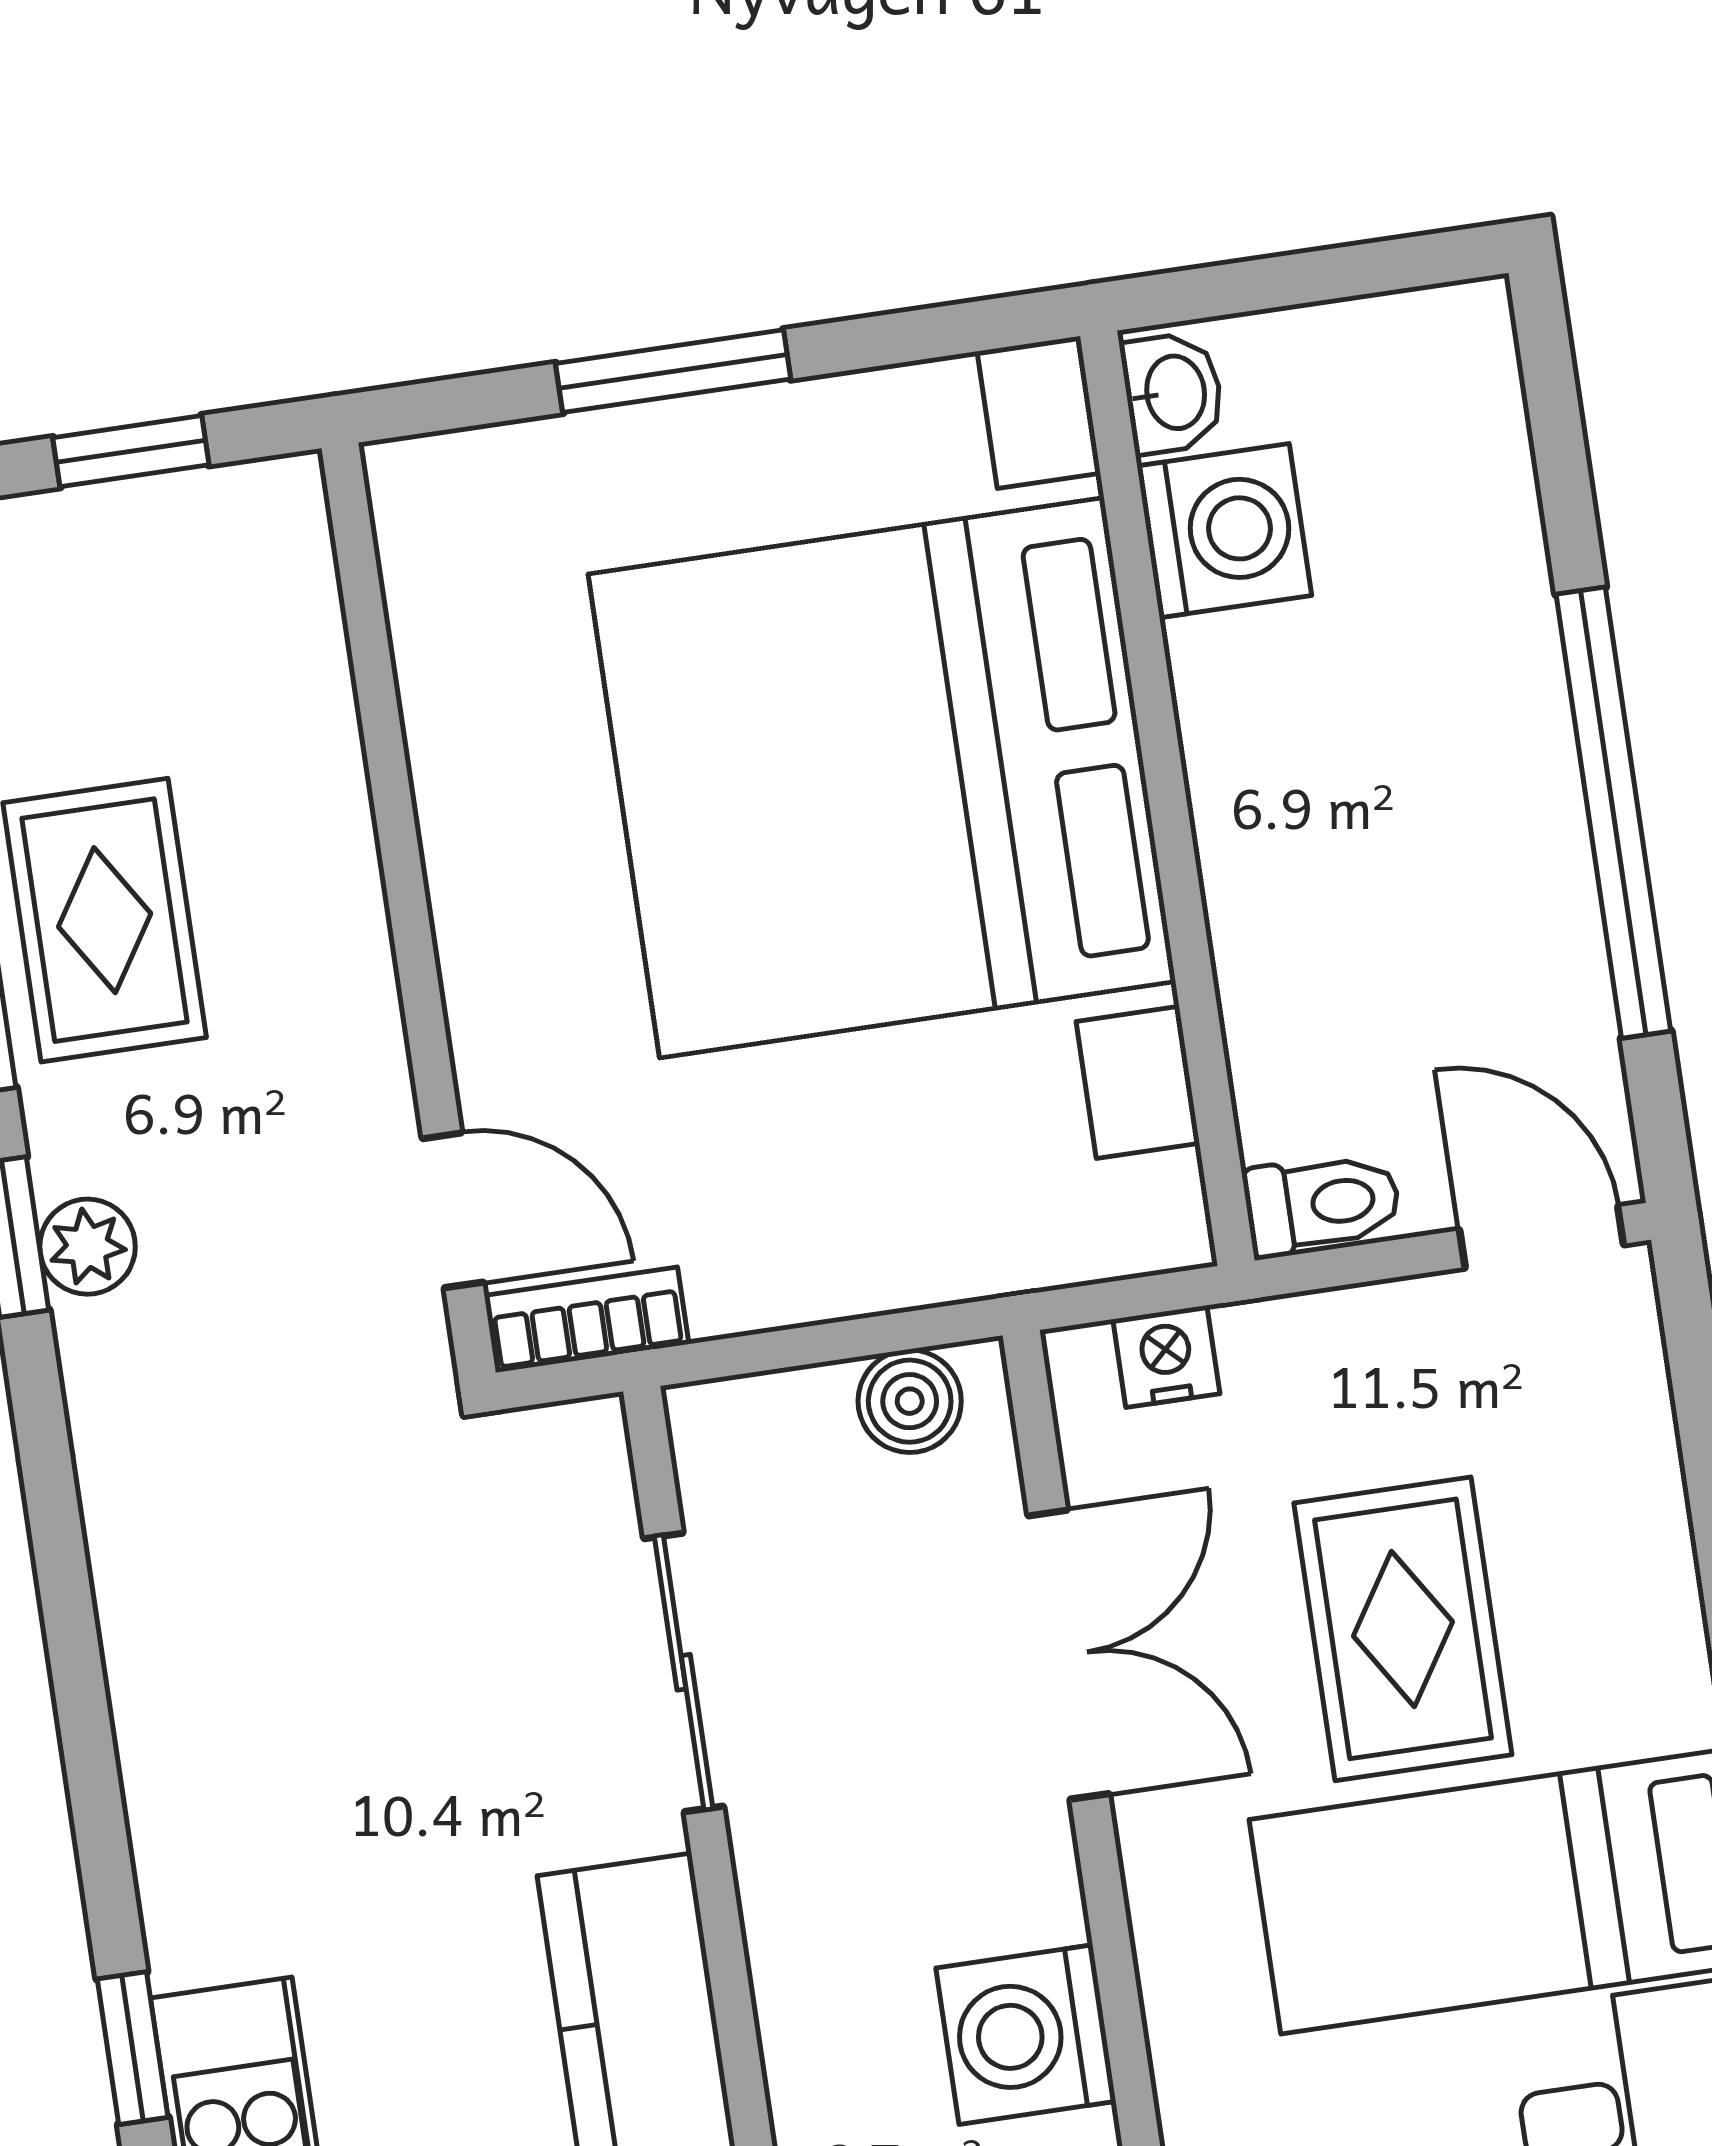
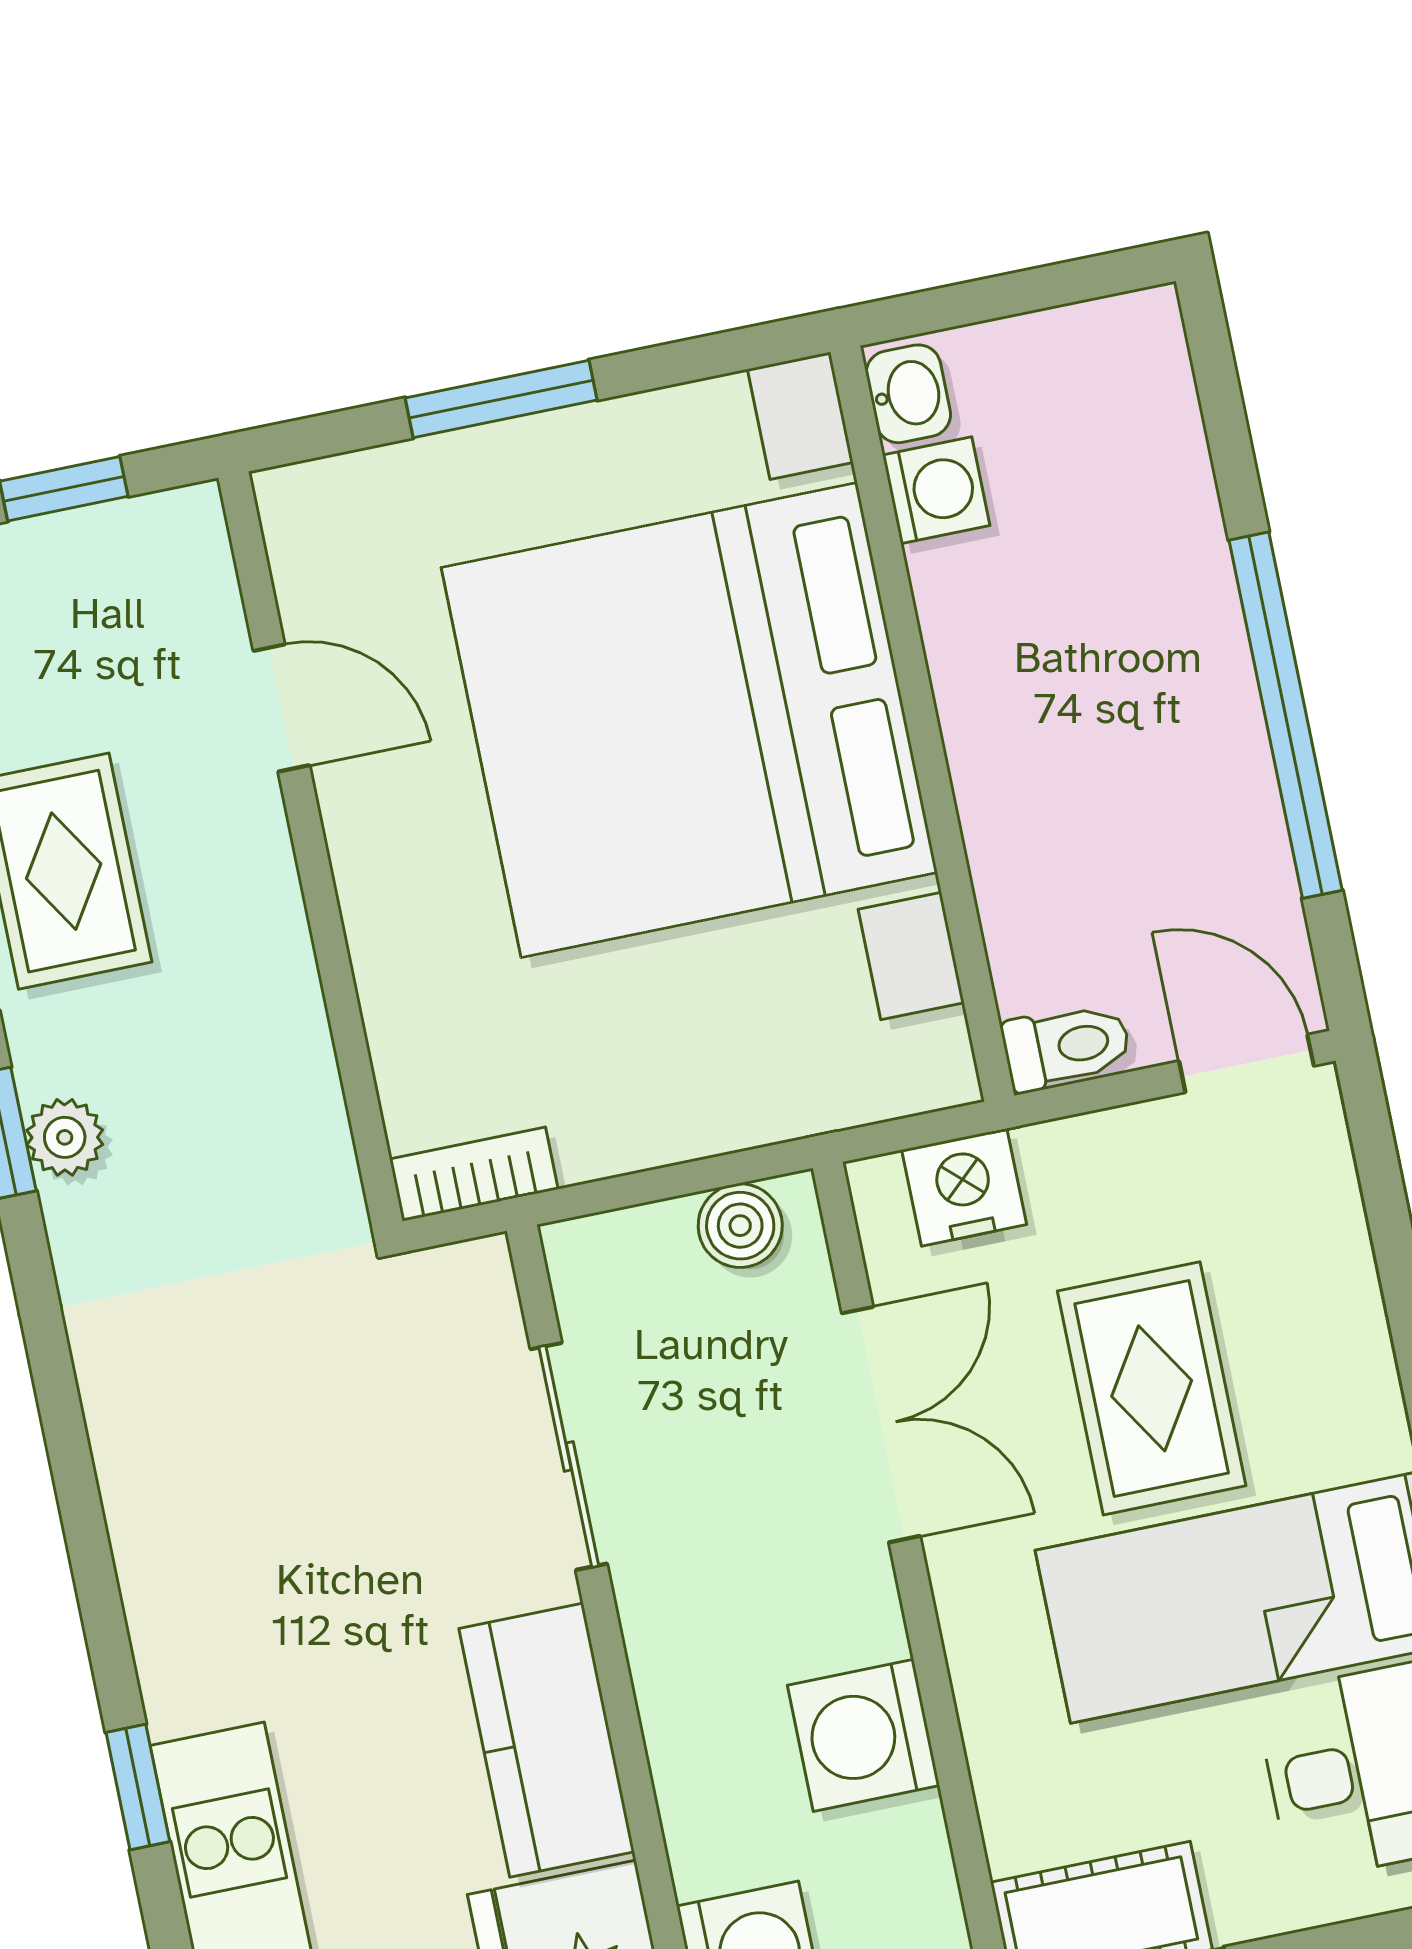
washing machine: (1224, 531) -> (936, 490), width x0.73, depth x0.73
door: (453, 1210) -> (281, 708), moved
nightstand: (1166, 1356) -> (964, 1187), width x1.39, depth x1.35

